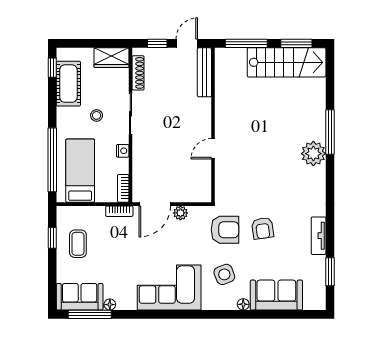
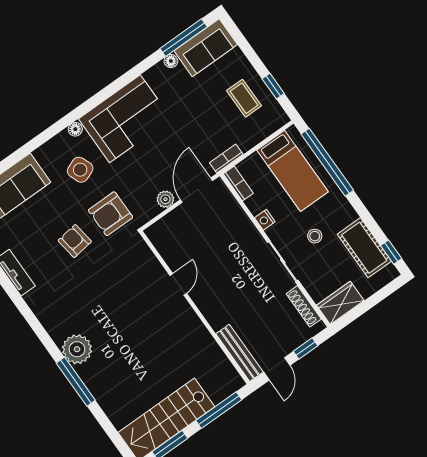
floor lamp: (243, 304) -> (75, 129), moved

